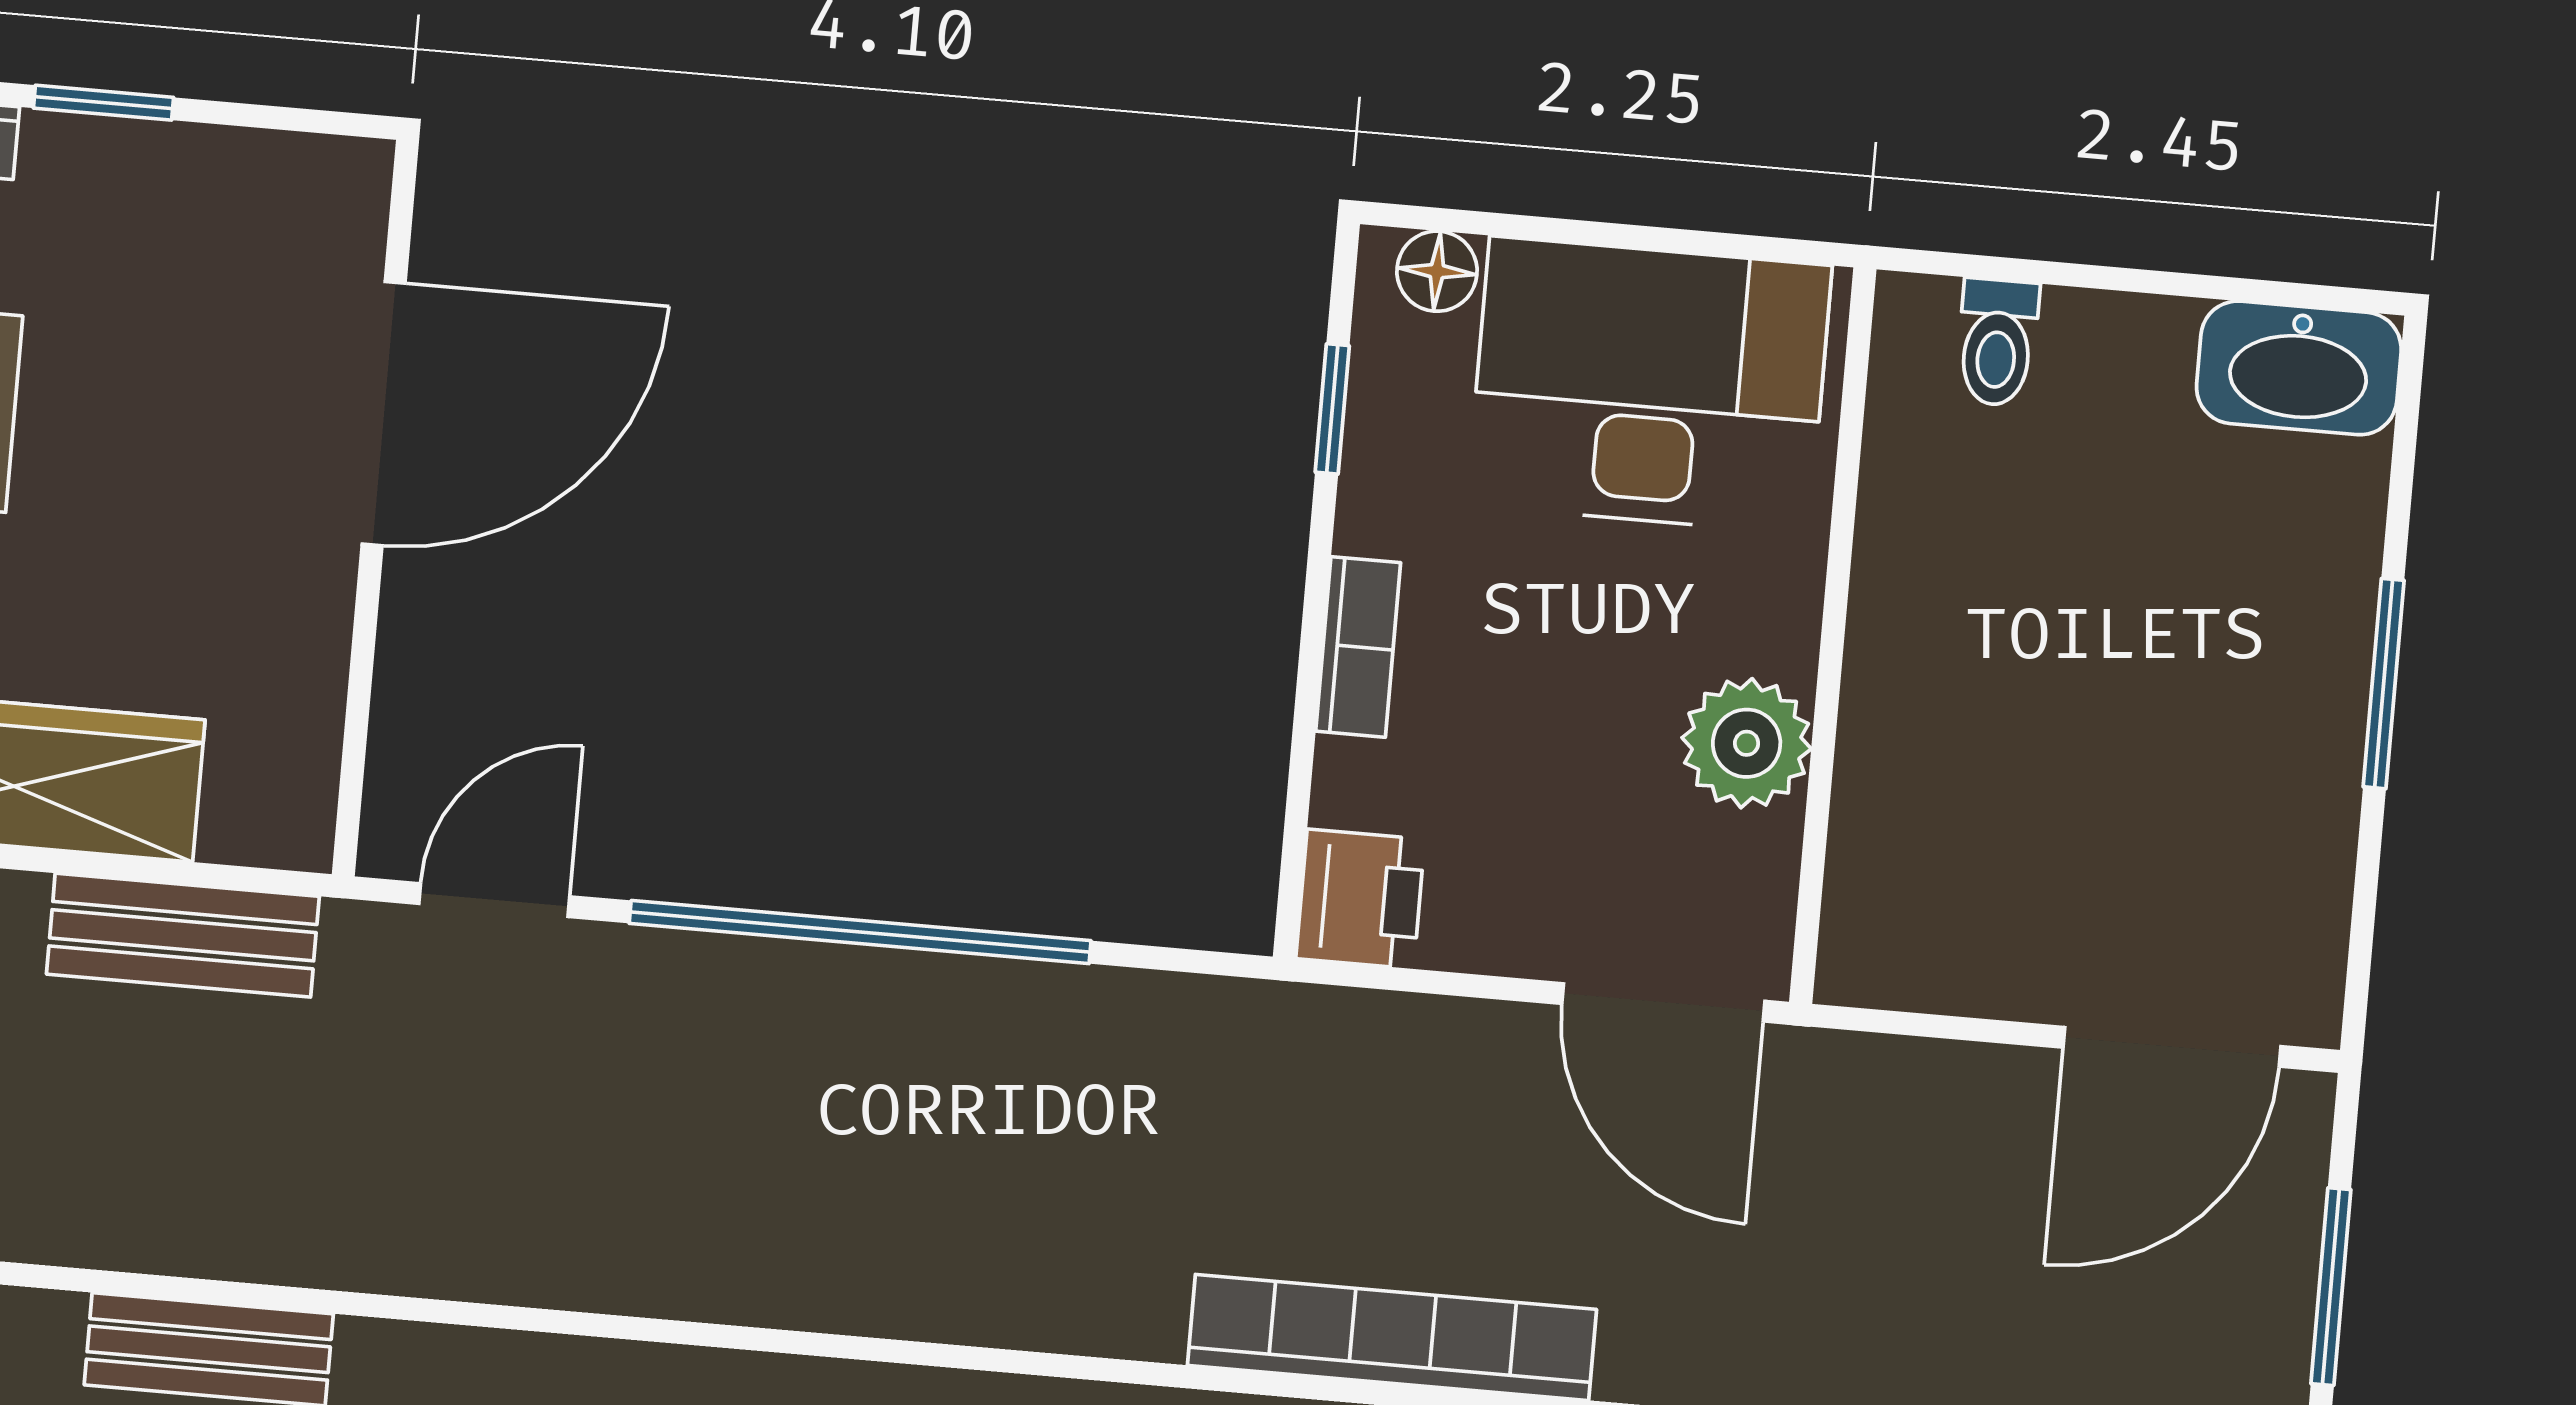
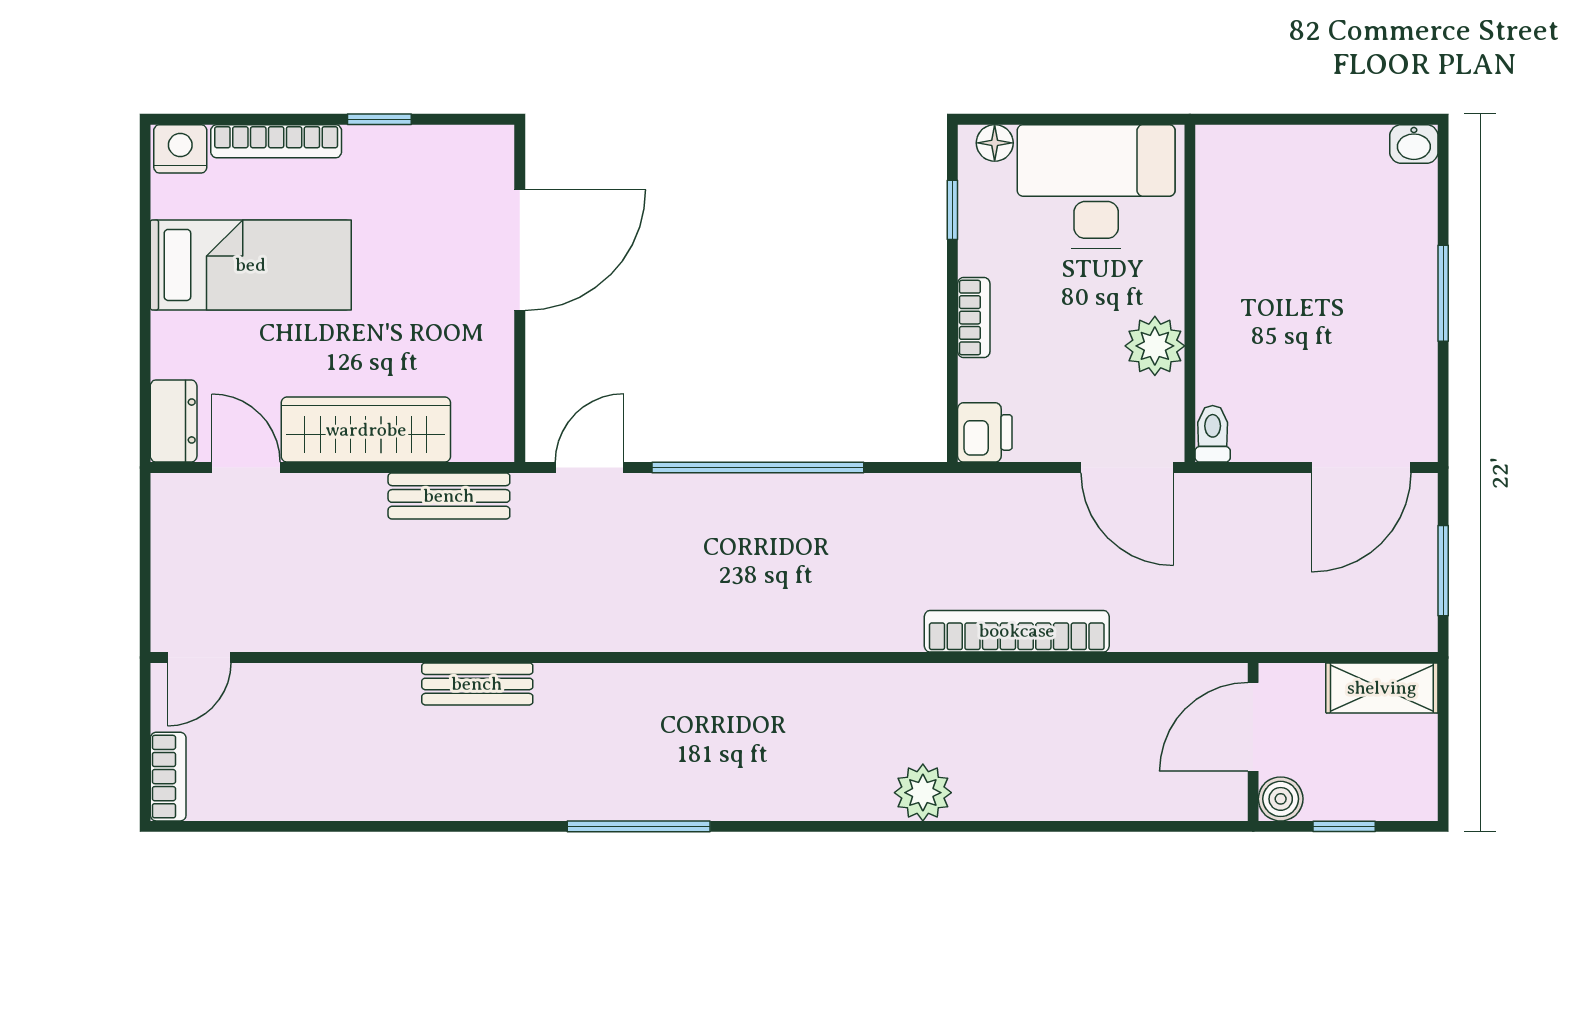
toilet: (1997, 342) -> (1213, 434), moved, turned 180
washbasin: (2299, 368) -> (1414, 144), width x0.52, depth x0.69

